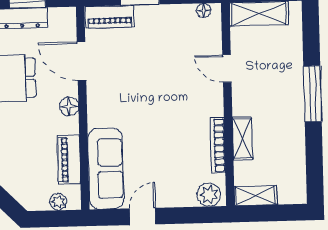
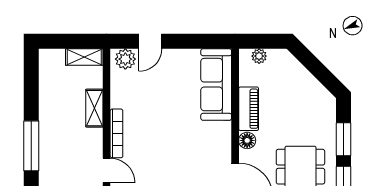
bookcase: (218, 145) -> (116, 133), moved
piano: (69, 160) -> (249, 109), moved
door: (143, 216) -> (150, 41), moved

